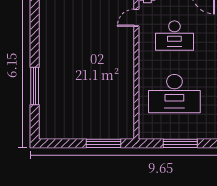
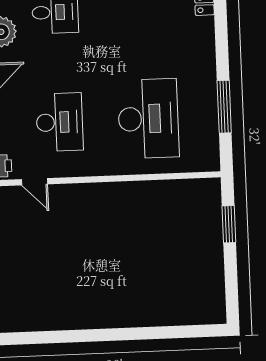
window: (35, 86) -> (145, 333), removed
window: (103, 143) -> (229, 224), width x0.69

